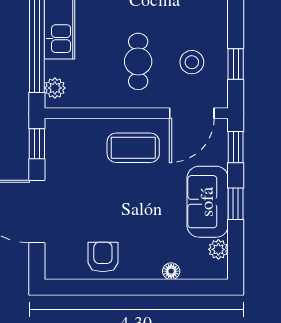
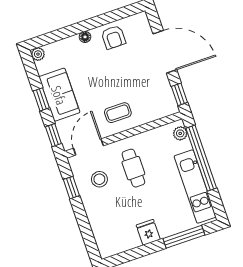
coffee table: (133, 148) -> (118, 113), width x0.73, depth x0.77
plant: (218, 249) -> (38, 54), moved
floor lamp: (171, 271) -> (85, 37), moved

